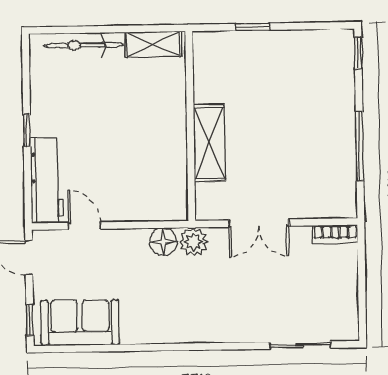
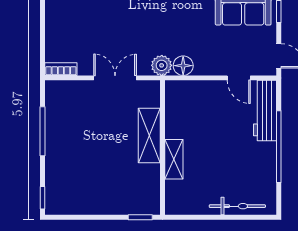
window: (253, 27) -> (140, 217), moved
shelving: (153, 44) -> (174, 159), moved, turned 90
window: (27, 130) -> (279, 147), width x3.17

